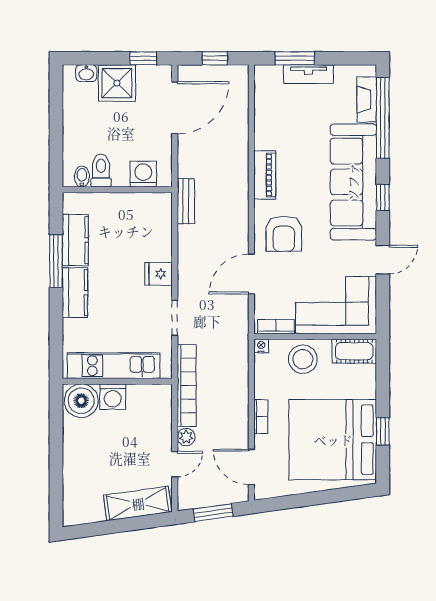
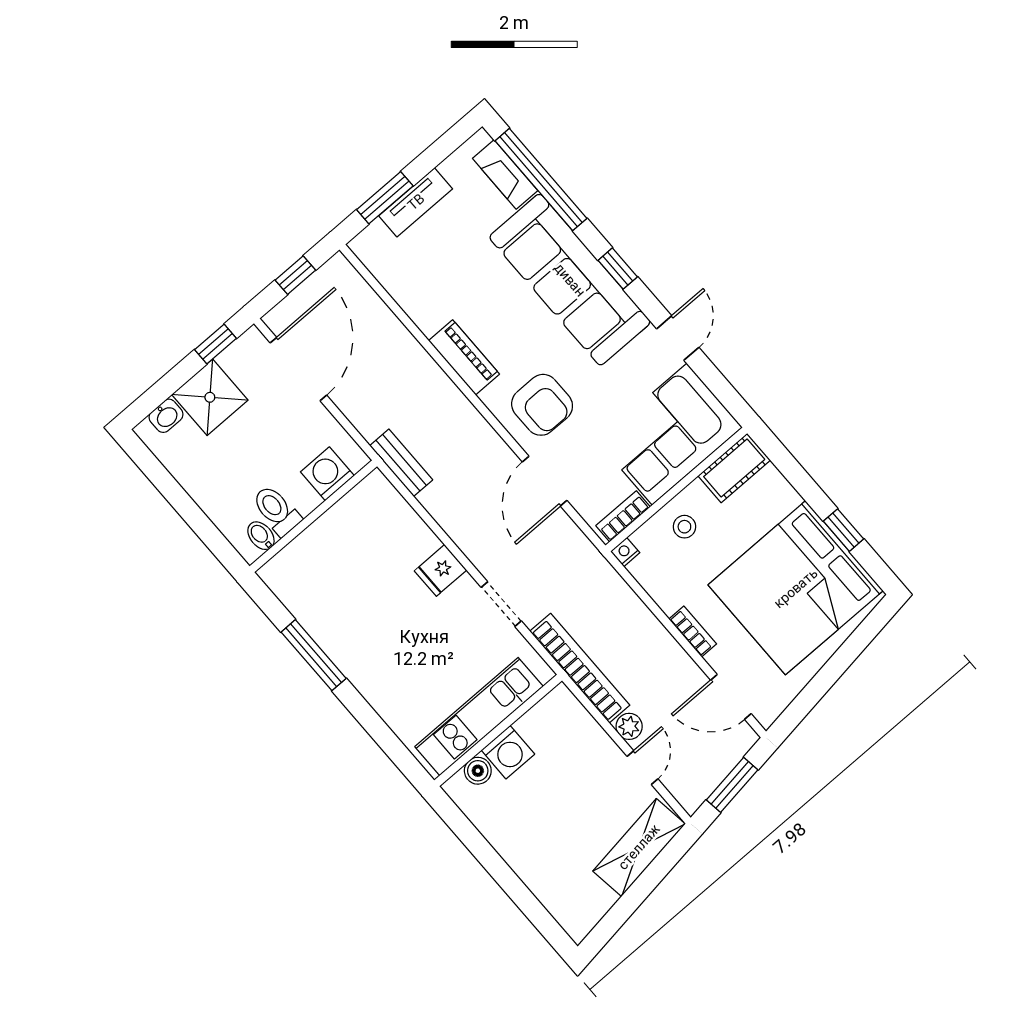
kitchen counter: (75, 240) -> (315, 613), removed
kitchen counter: (75, 293) -> (365, 672), removed
stool: (303, 359) -> (684, 527), width x0.53, depth x0.53
boiler: (81, 401) -> (478, 771), width x0.54, depth x0.54

